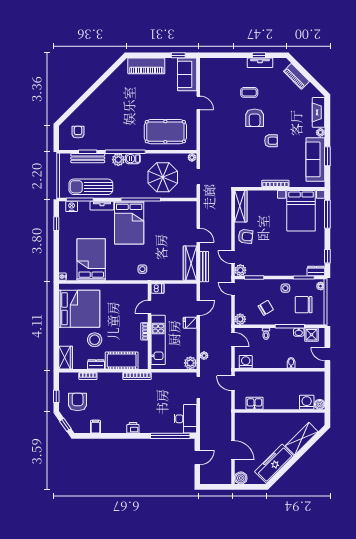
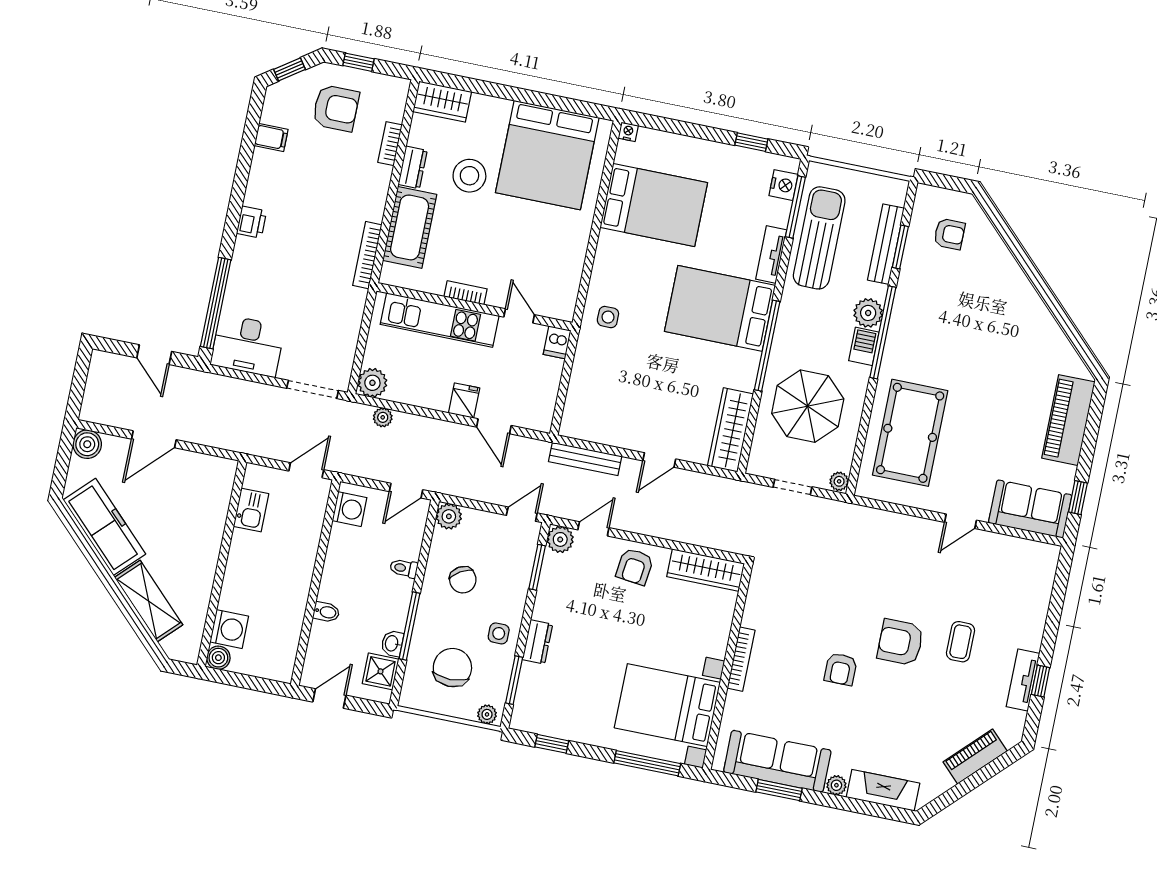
wardrobe: (190, 263) -> (730, 430), moved, turned -90
dresser: (316, 271) -> (537, 642), moved

